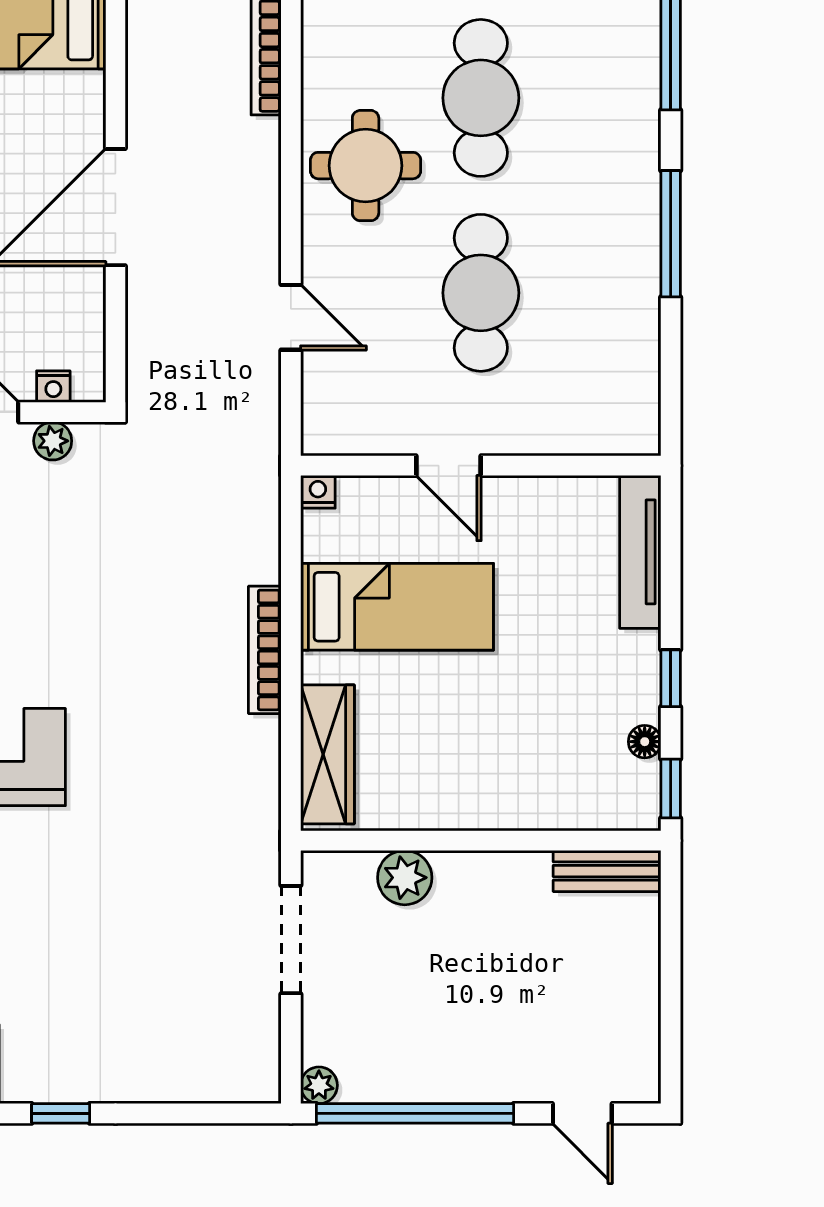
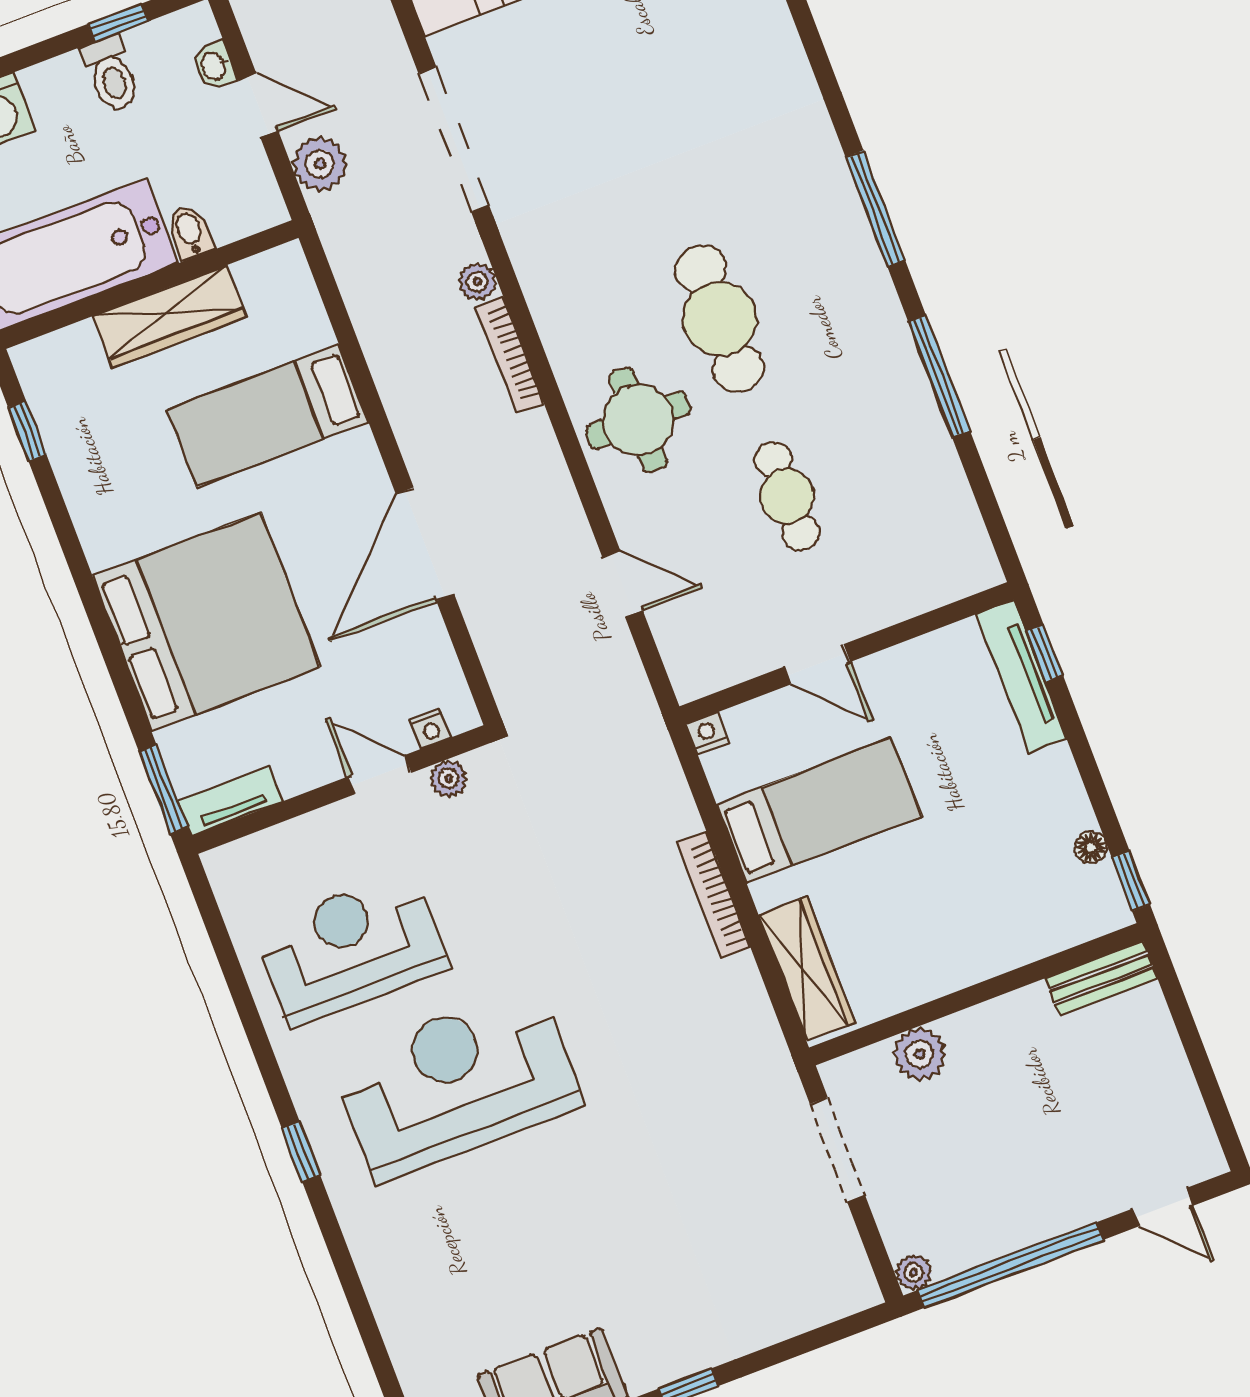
cafe table: (481, 293) -> (787, 496), width x0.73, depth x0.74
window: (671, 678) -> (1044, 653), moved

